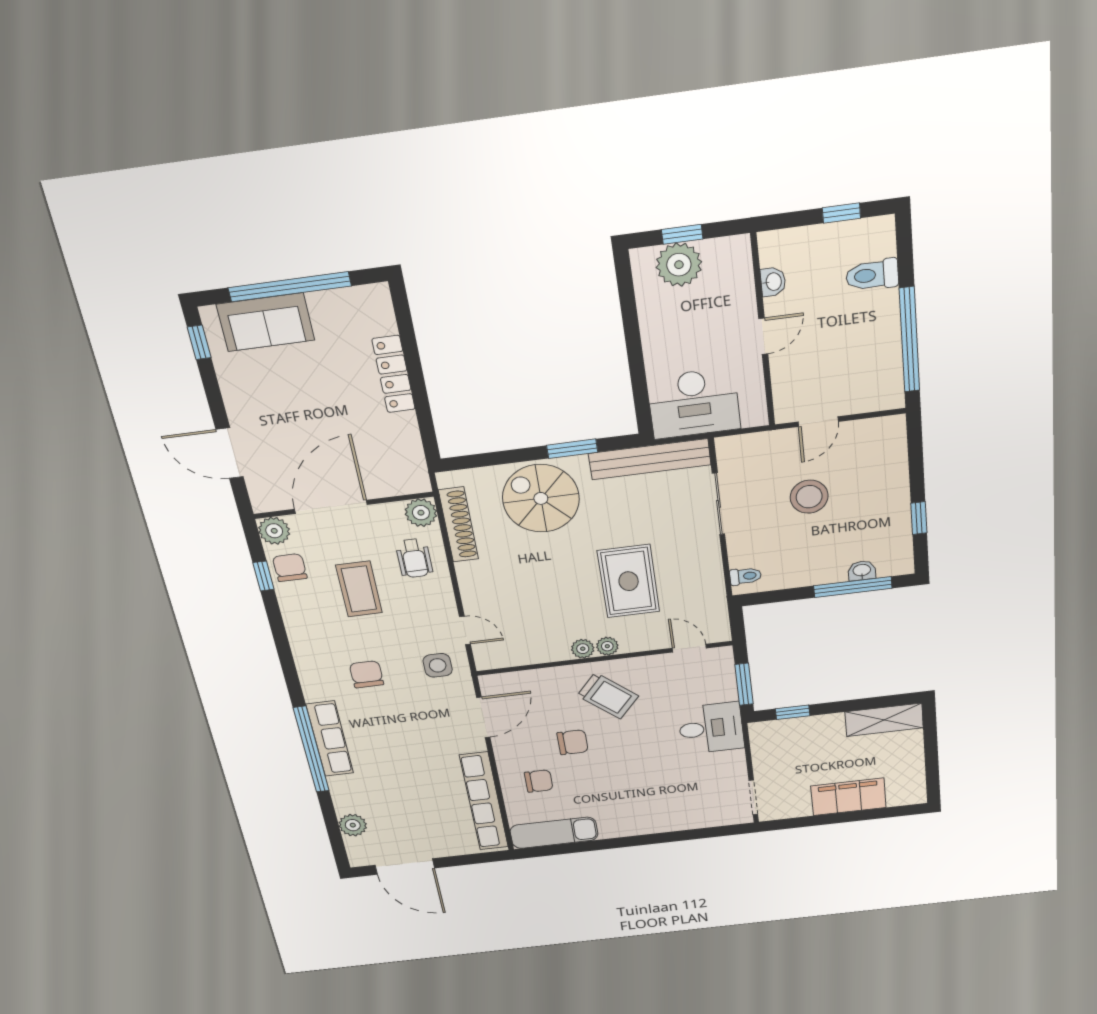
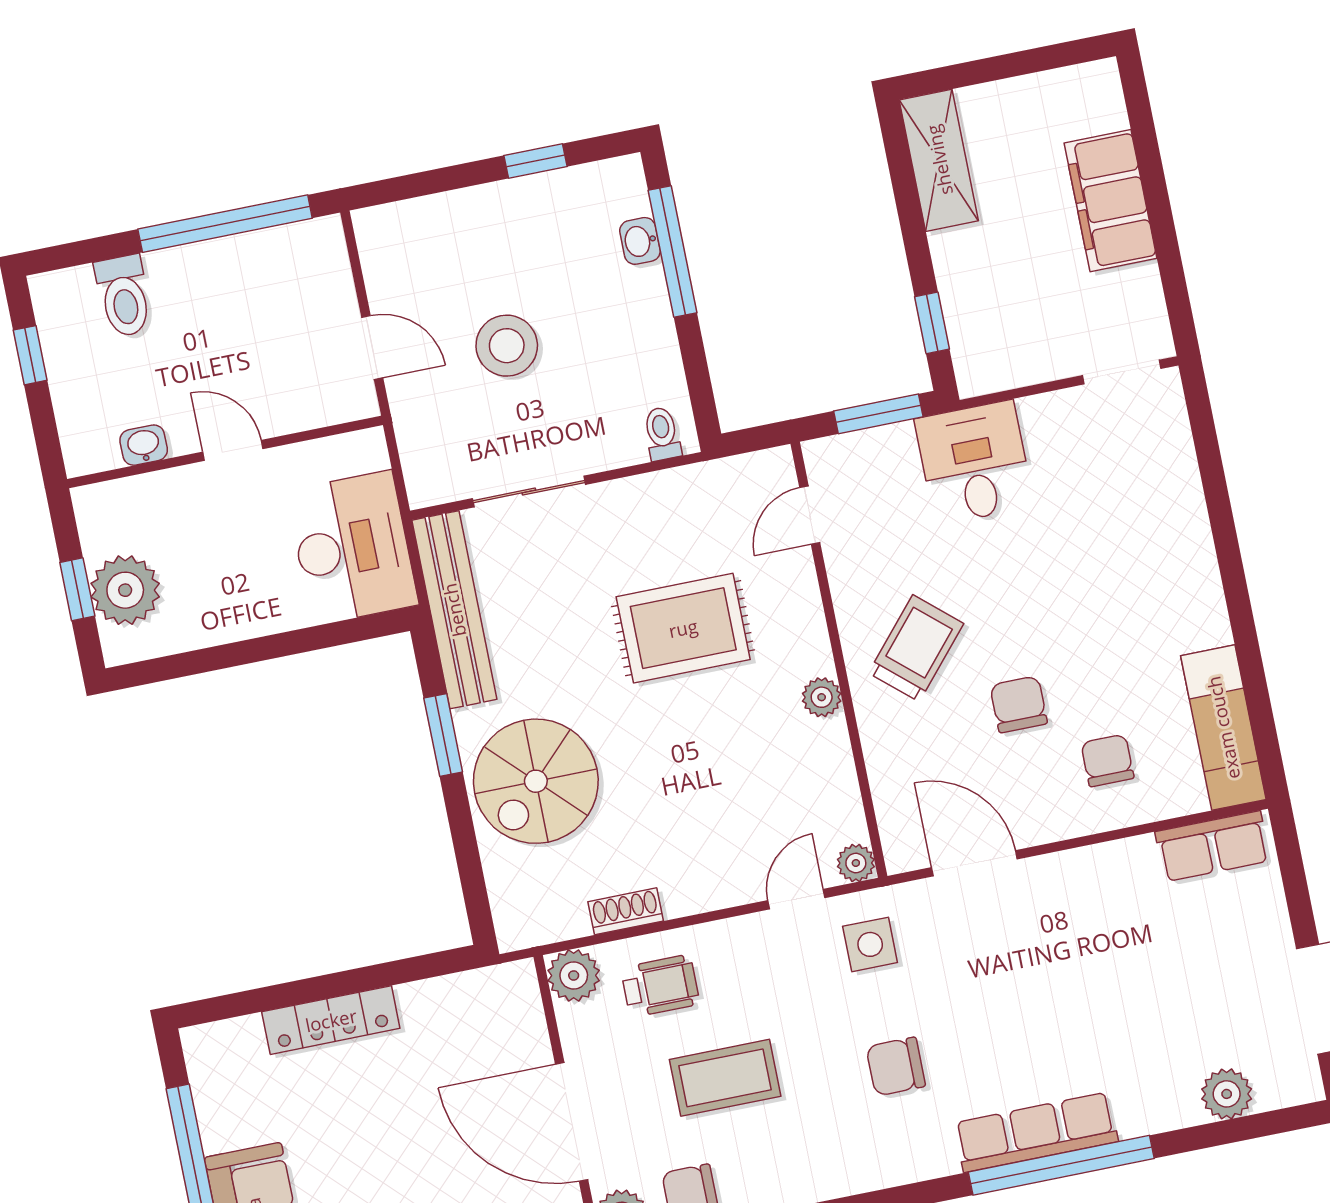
shoe rack: (458, 525) -> (626, 911), width x0.51, depth x0.81
plant: (607, 646) -> (856, 863), moved
row of seats: (484, 801) -> (1213, 846), width x0.50

